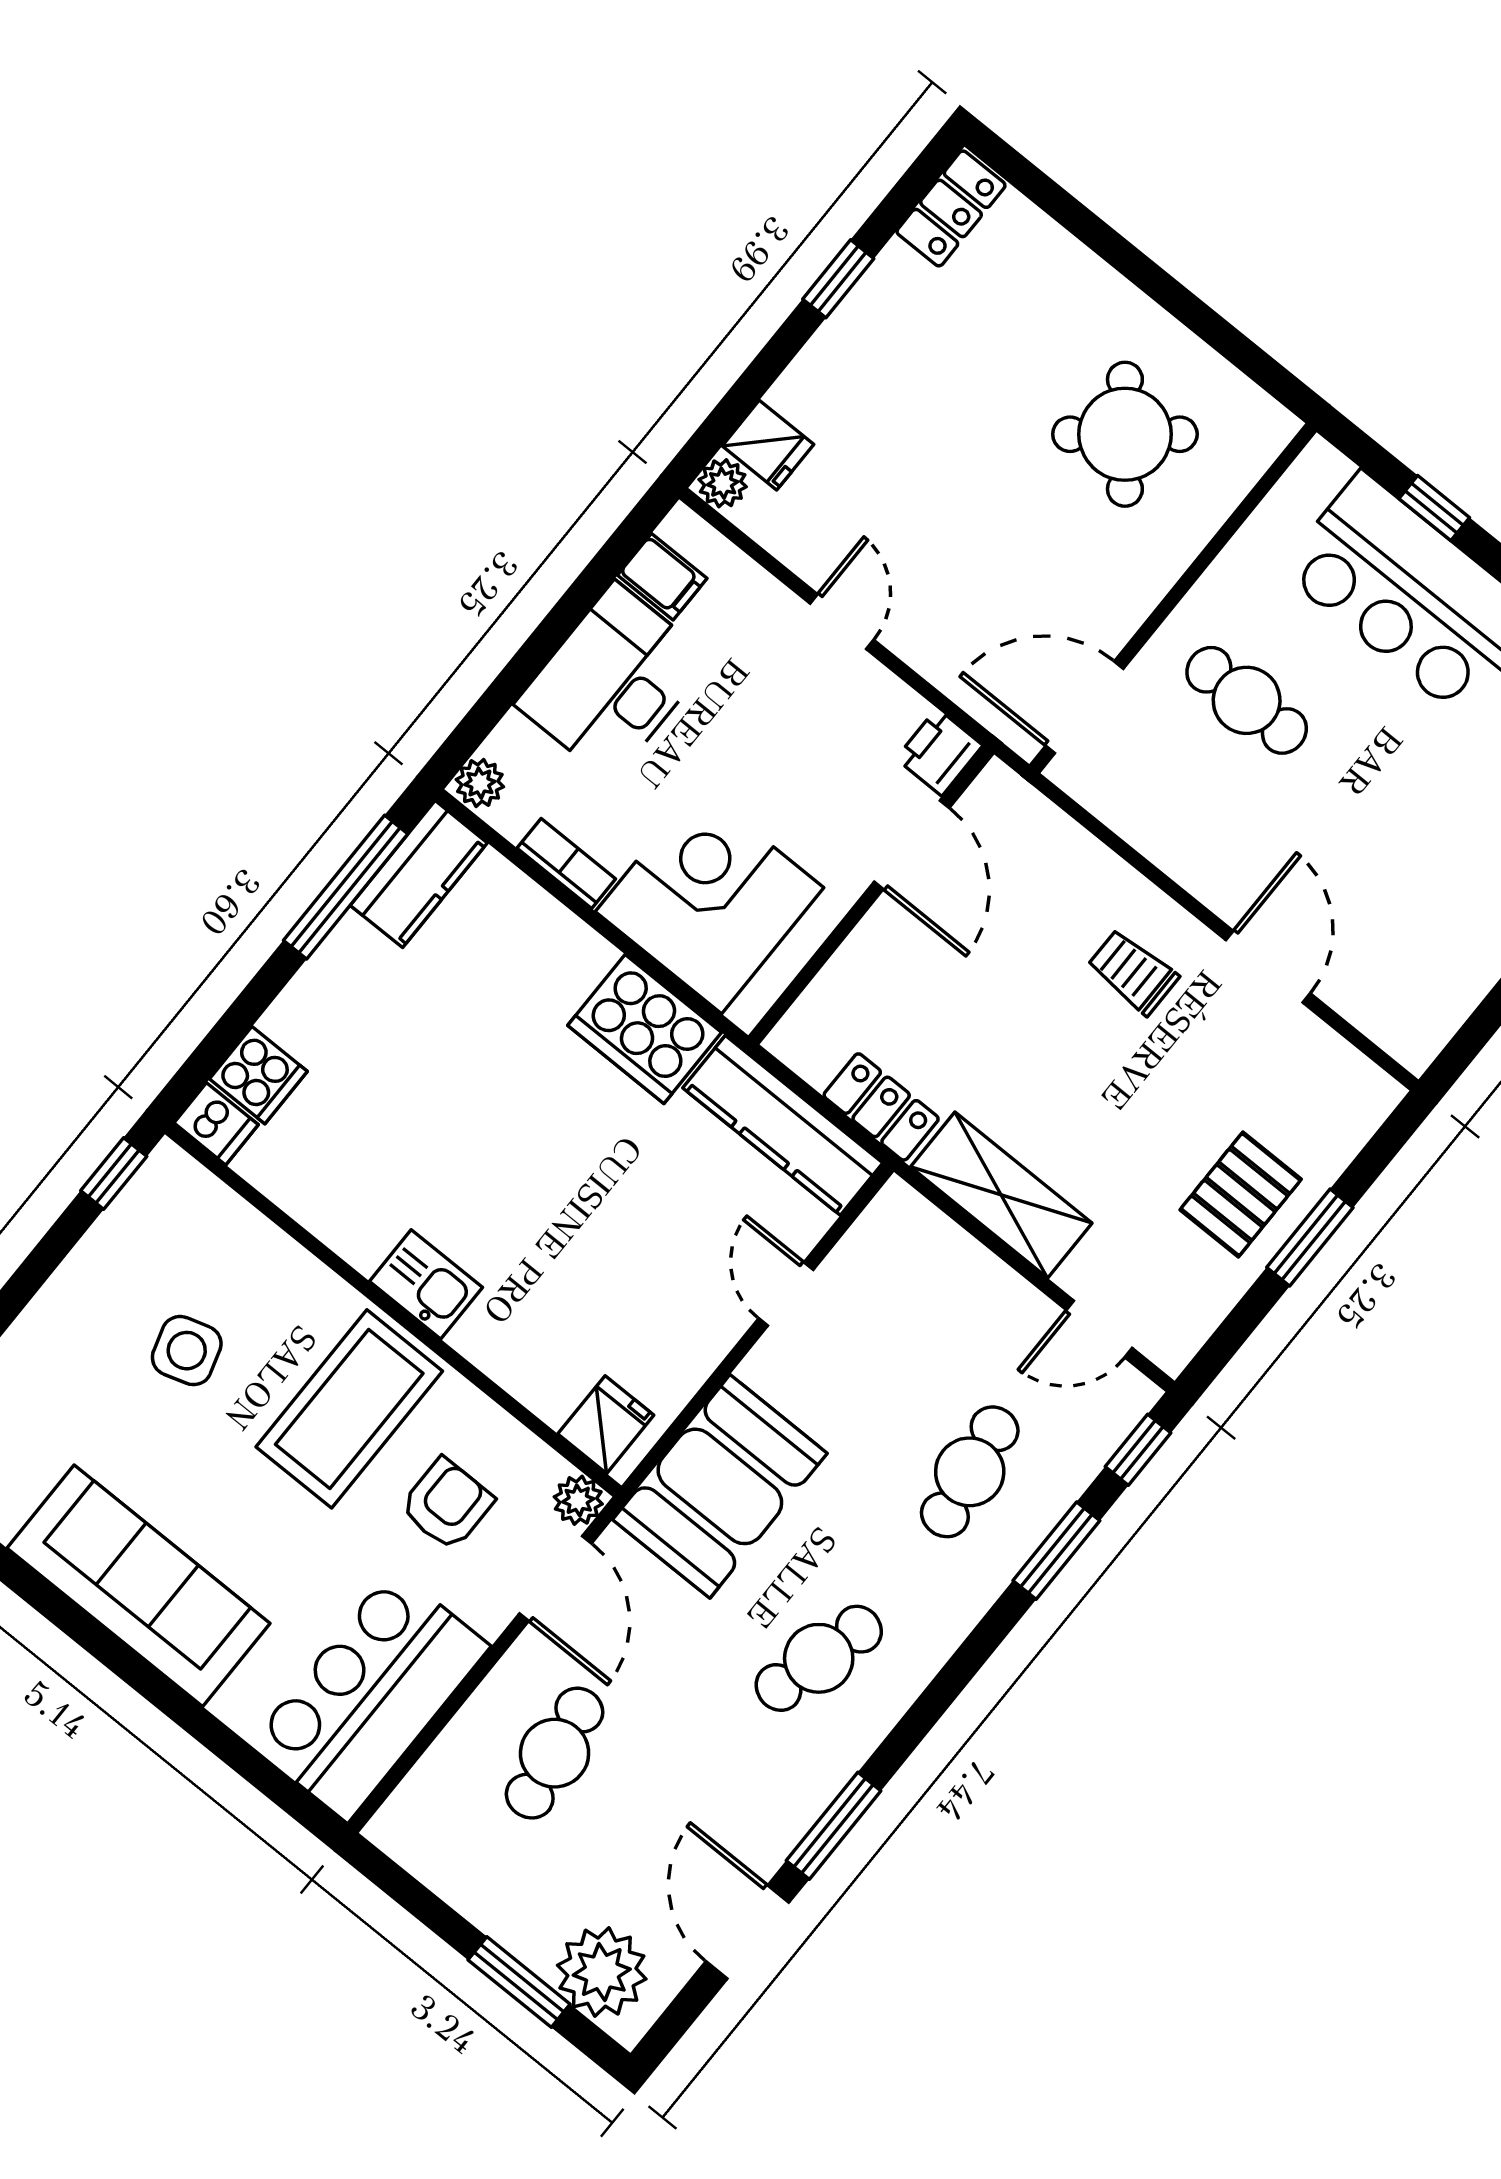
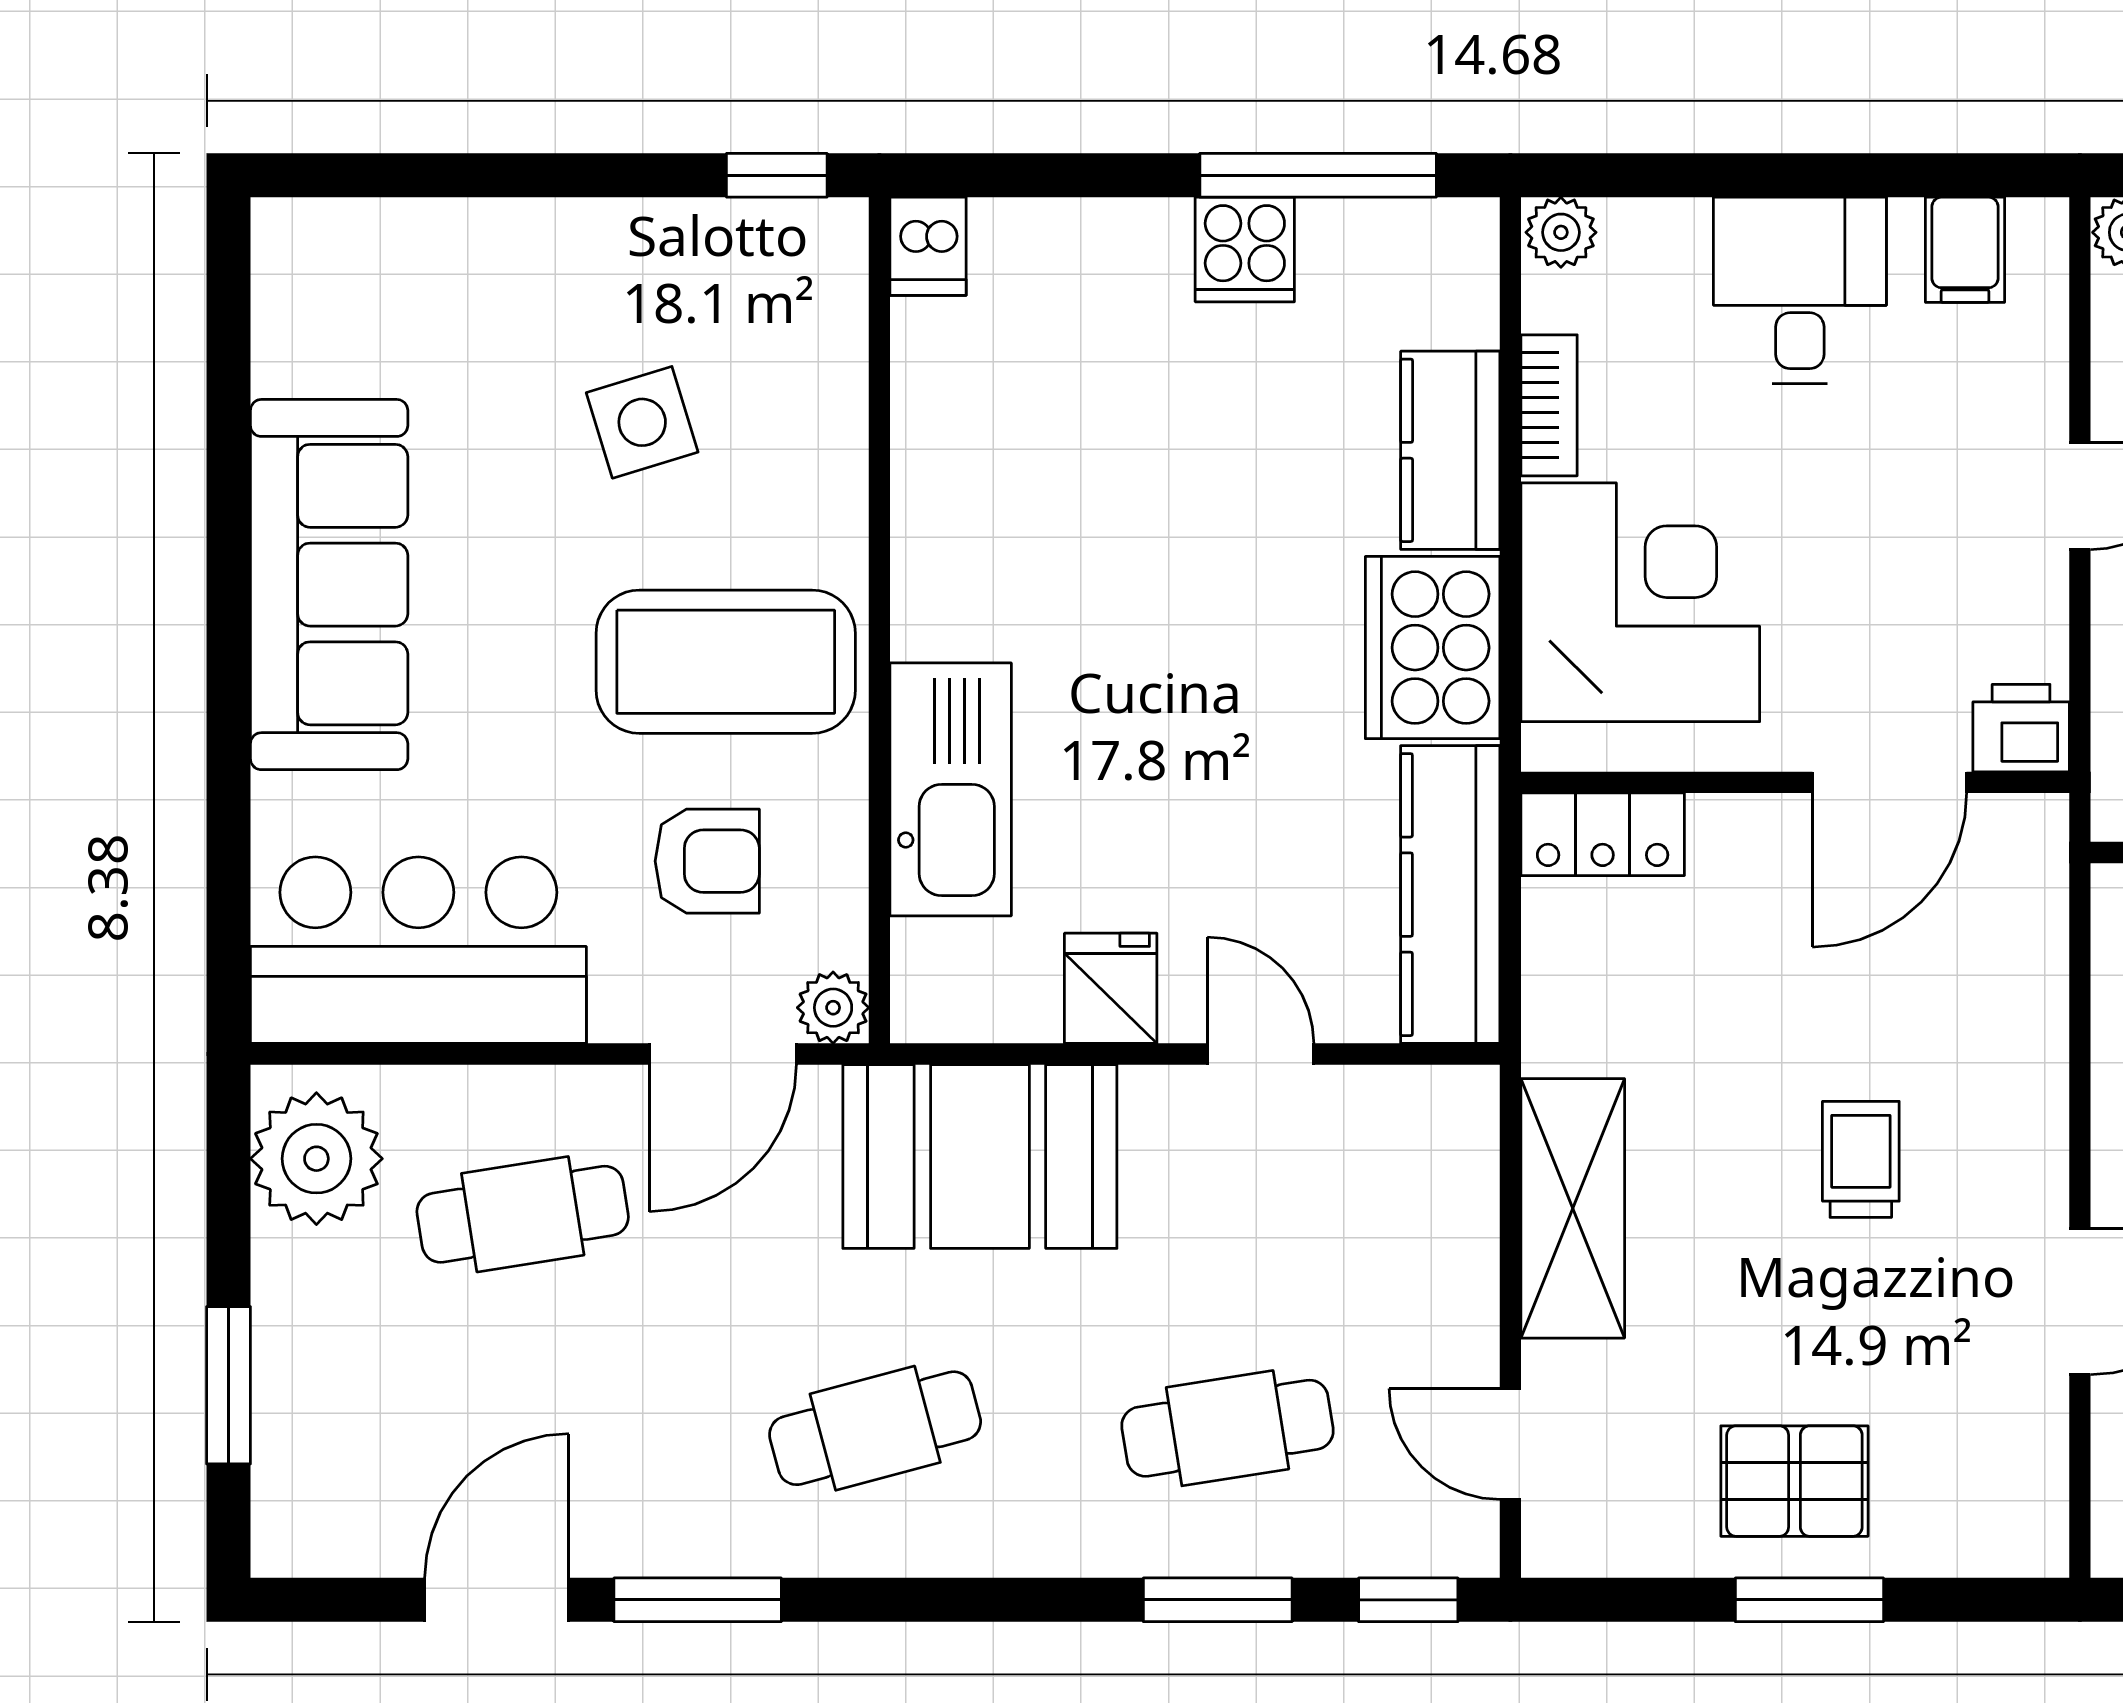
desk: (613, 682) -> (1800, 290), width x0.73
kitchen counter: (419, 874) -> (1450, 450), moved, turned 90
trolley: (1133, 972) -> (1861, 1159), moved
cooker: (258, 1075) -> (1245, 249), moved
locker: (881, 1107) -> (1603, 834), moved, turned 90
kitchen sink: (426, 1284) -> (951, 789), moved, width x1.88, depth x1.24
door: (786, 1294) -> (1261, 1054), hinge flipped
fridge: (606, 1425) -> (1111, 988), moved, turned -90
cafe table: (819, 1658) -> (875, 1428), turned -30
plant: (602, 1972) -> (316, 1159), moved

